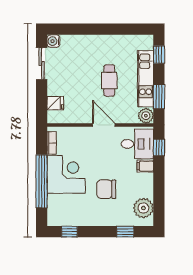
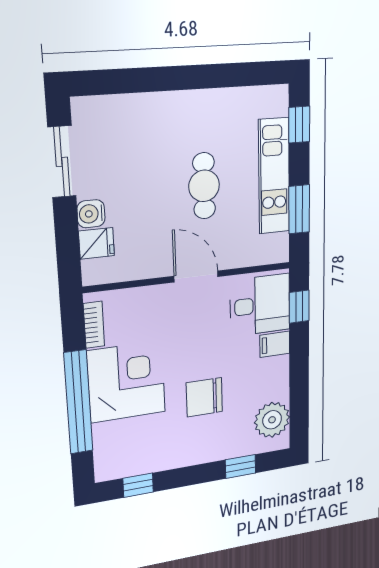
water cooler: (53, 41) -> (91, 214), moved
plant: (146, 116) -> (275, 249), removed

